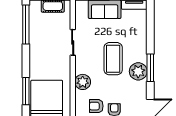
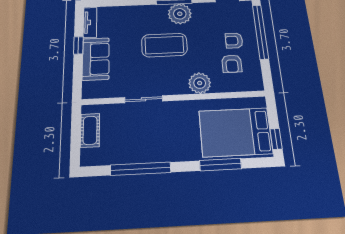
window: (26, 25) -> (141, 169), moved

